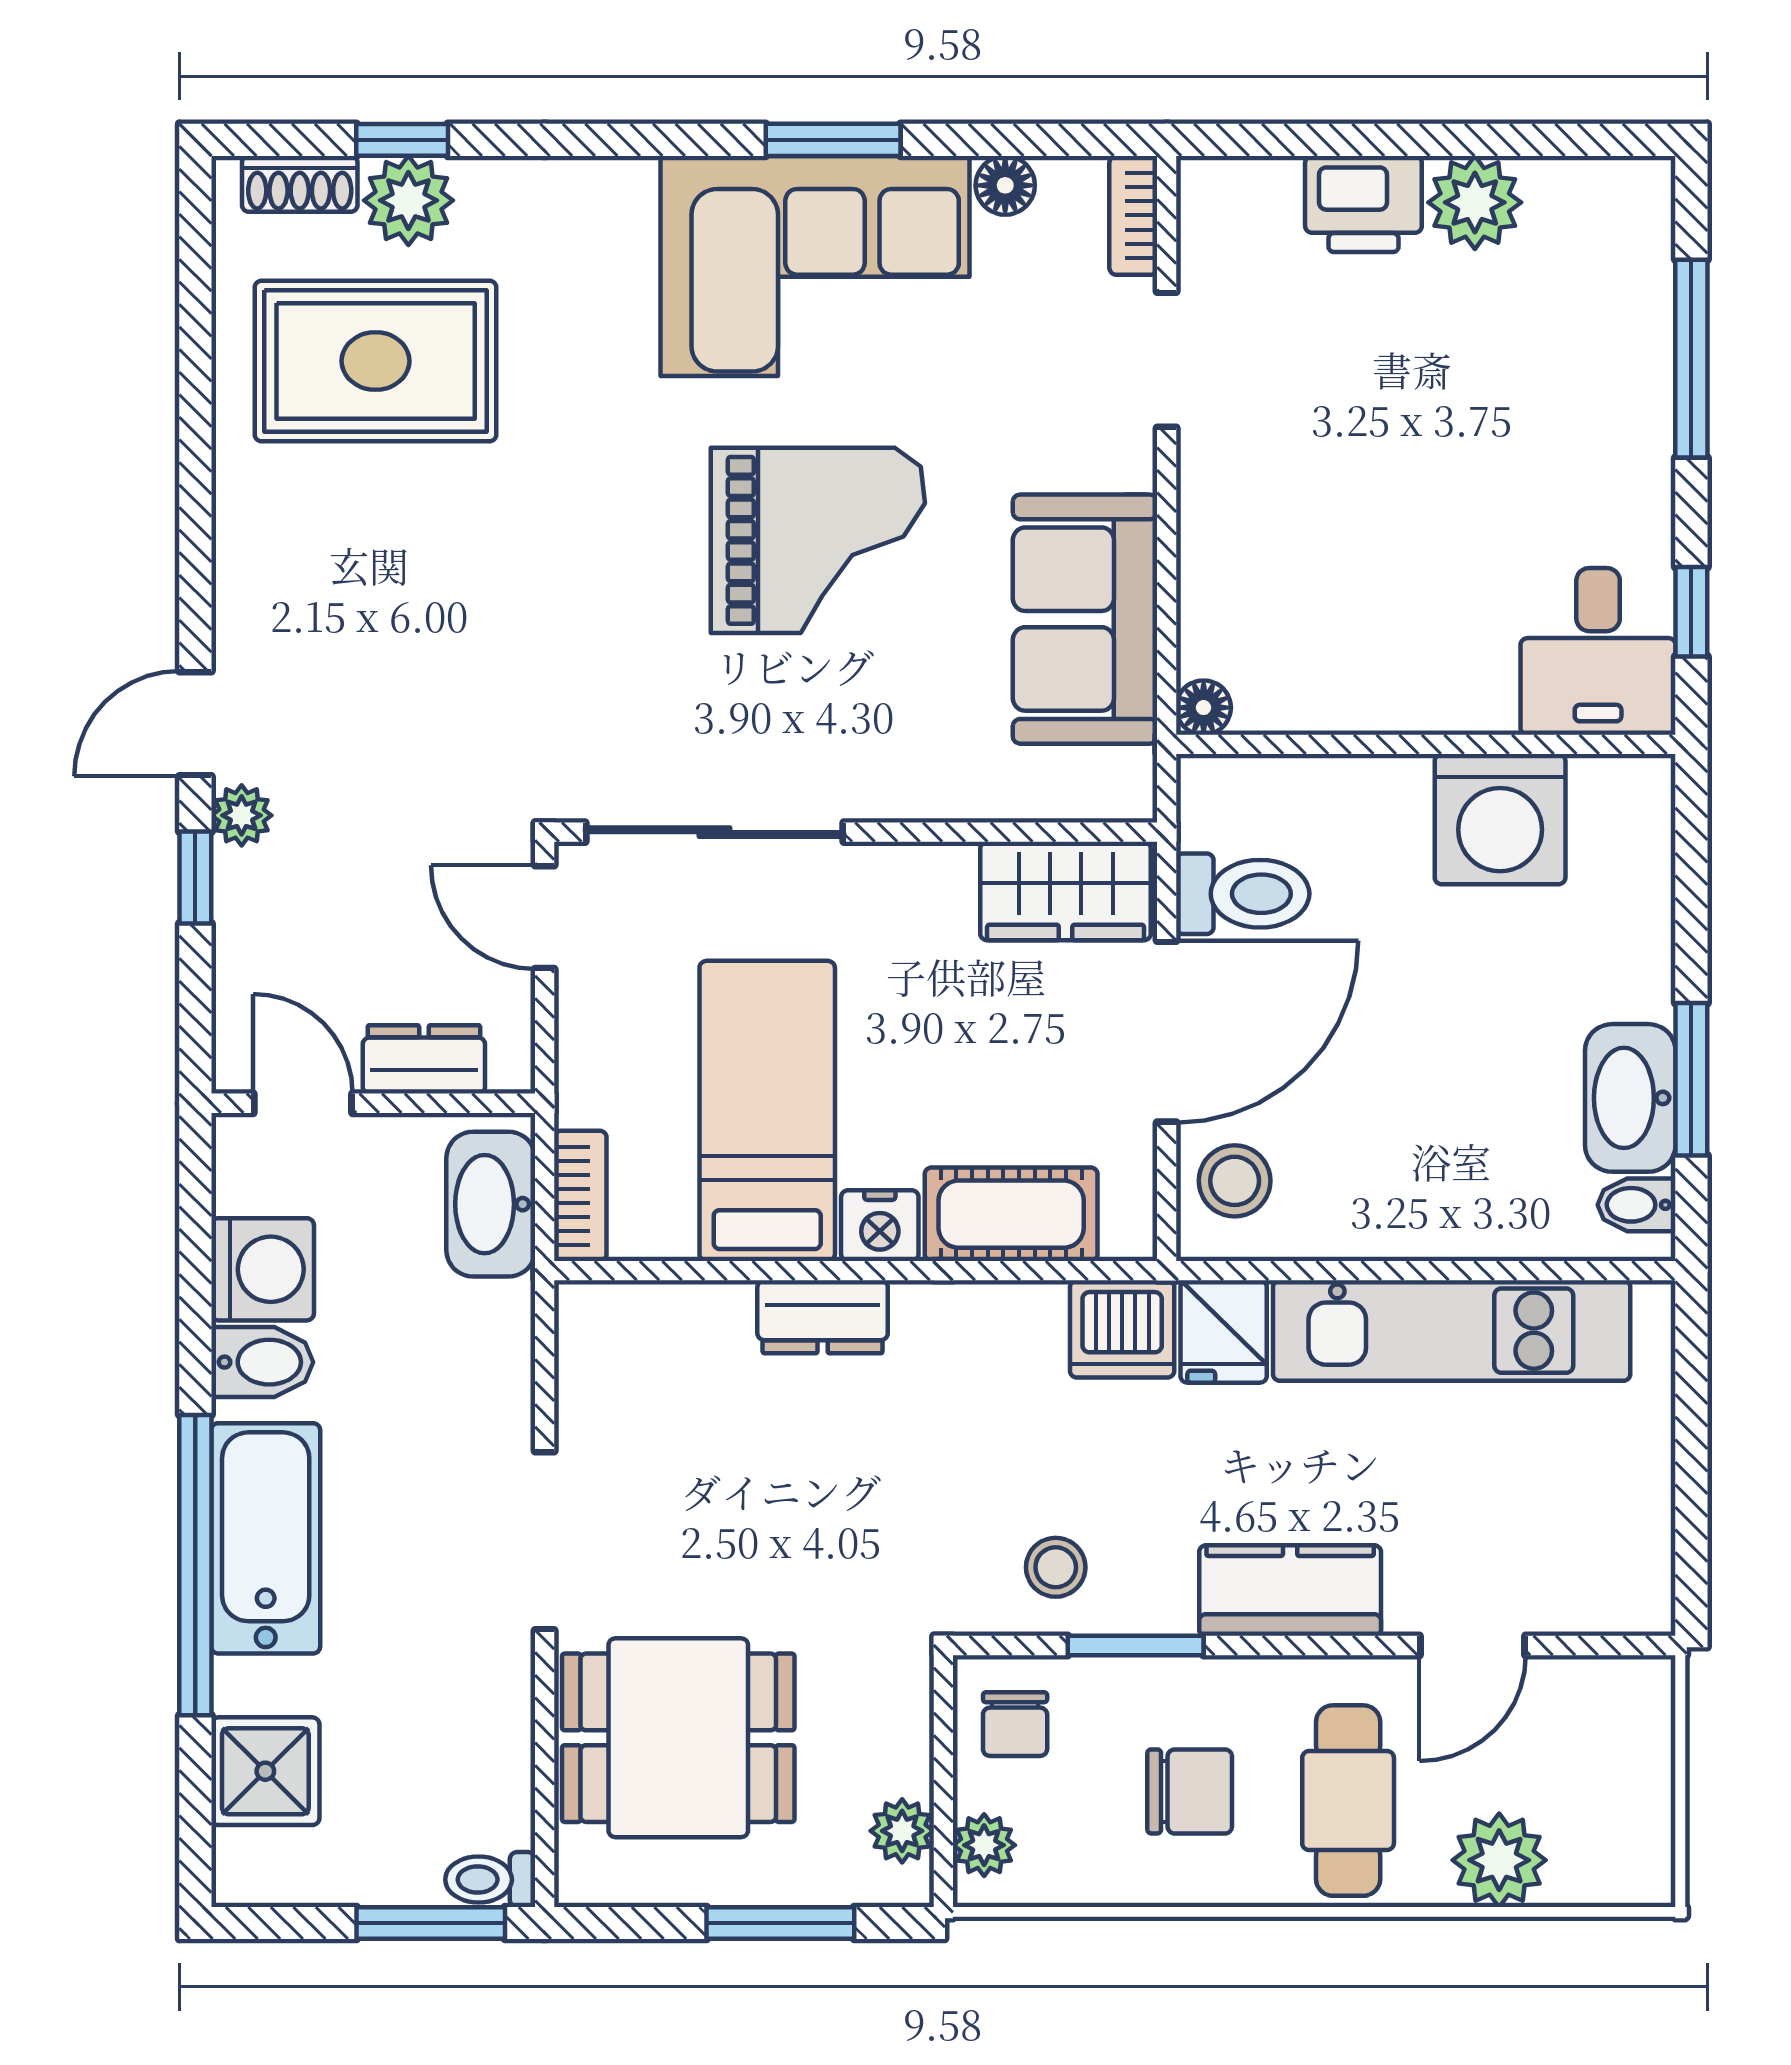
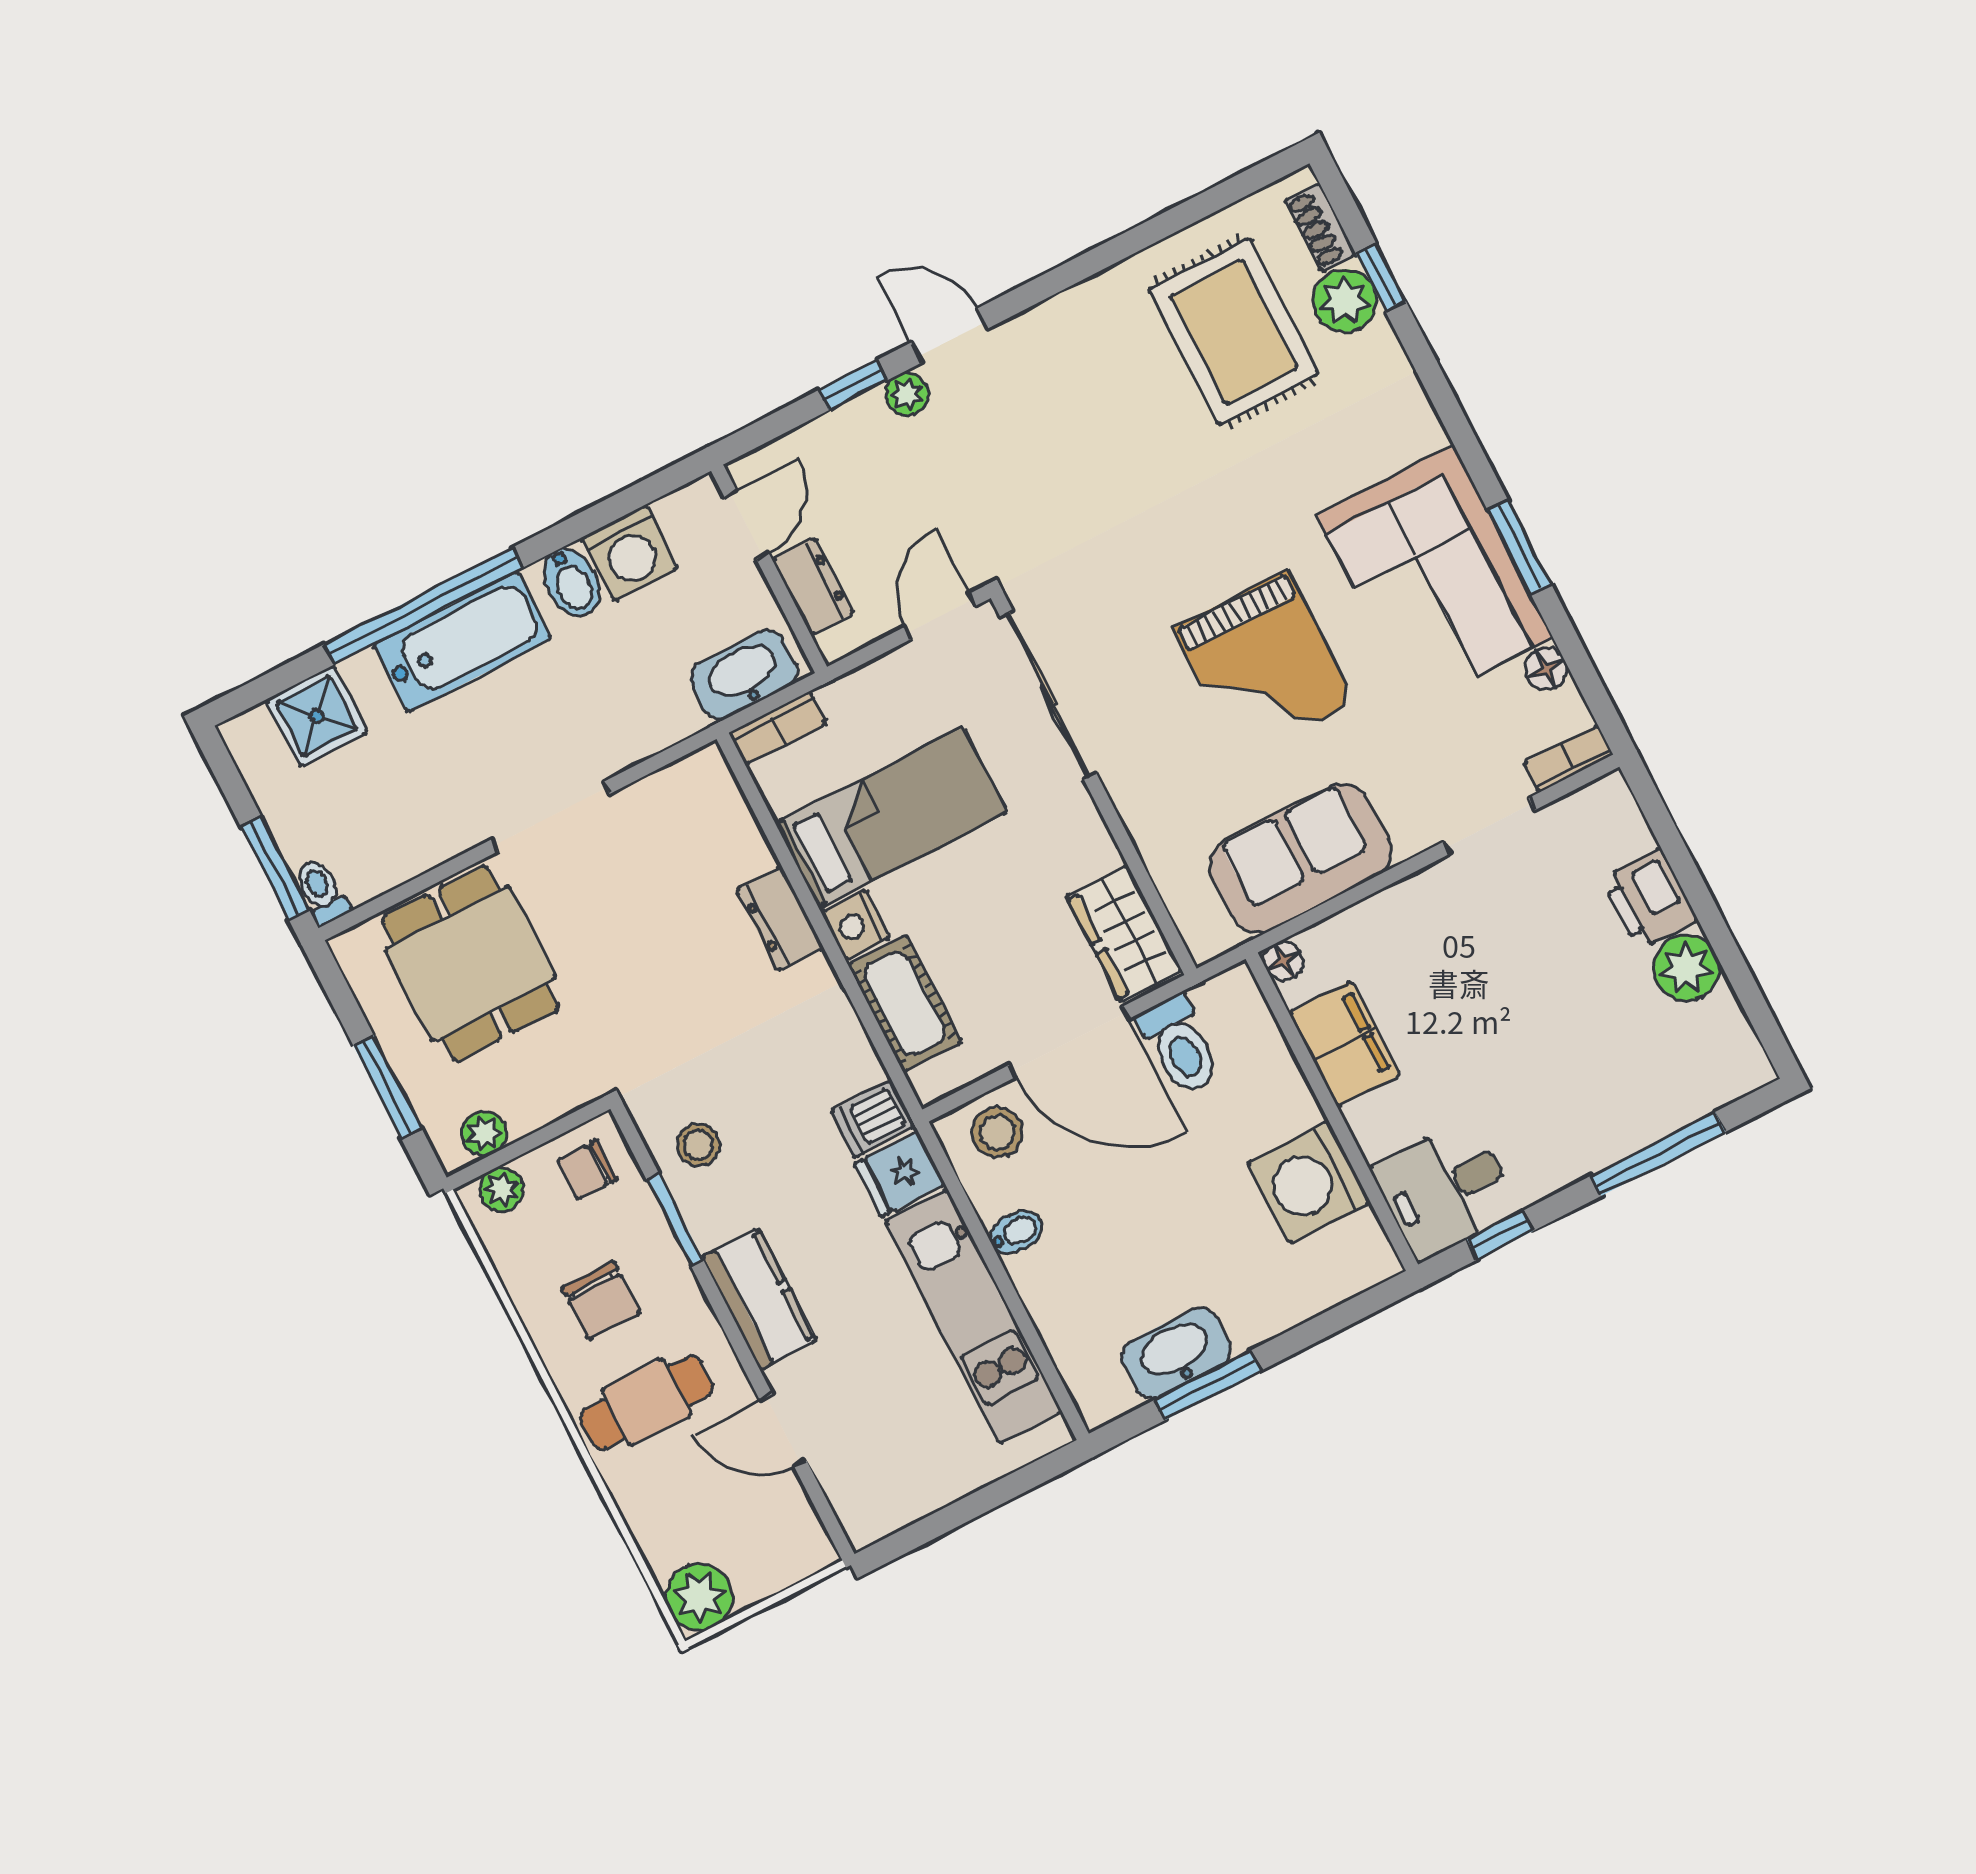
filing cabinet: (1348, 684) -> (1344, 1044), added
bidet: (1636, 1205) -> (1016, 1232), moved, turned 90
dishwasher: (1122, 1329) -> (873, 1119), width x0.73
plant: (1499, 1860) -> (699, 1597), moved

